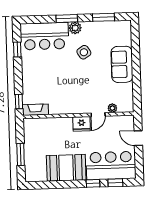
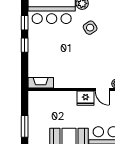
window: (19, 102) -> (25, 45), moved
door: (98, 115) -> (102, 90), hinge flipped

